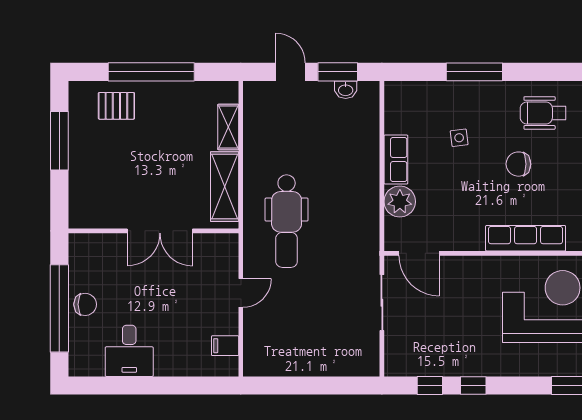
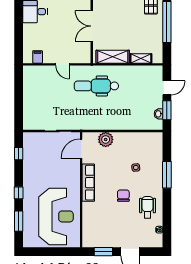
row of seats: (396, 160) -> (126, 138), removed
row of seats: (526, 238) -> (88, 183), moved
window: (473, 385) -> (19, 193), moved

